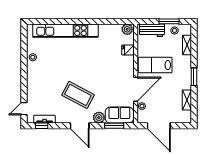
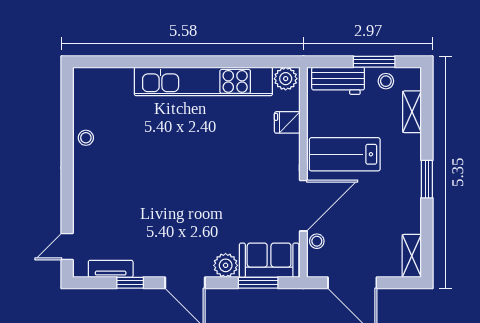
kitchen unit: (65, 31) -> (203, 81), moved
coffee table: (78, 95) -> (181, 218), removed
shelving: (187, 100) -> (412, 256), moved
window: (42, 126) -> (130, 283), moved

